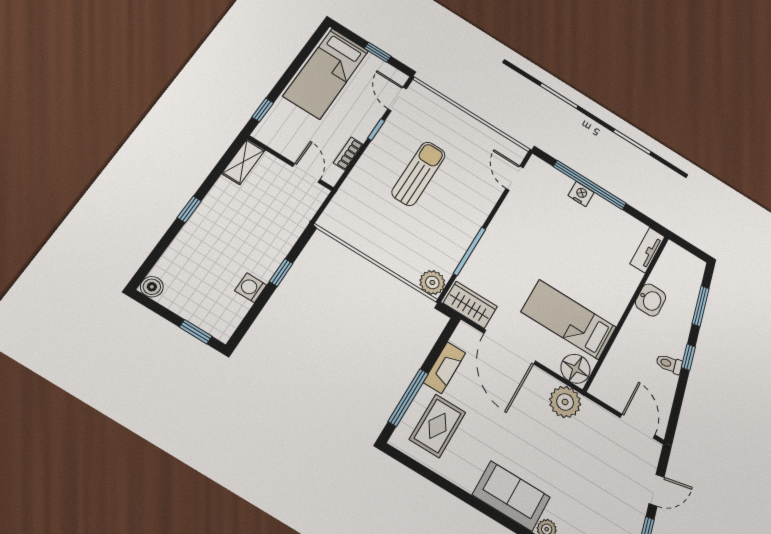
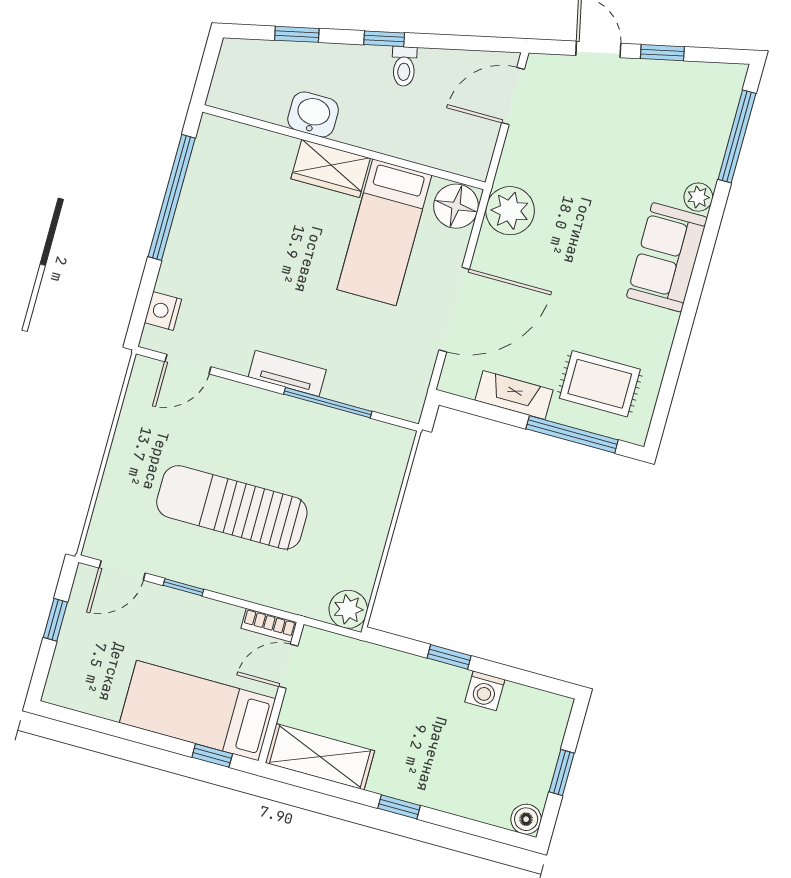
bed: (326, 73) -> (198, 711), moved, turned 180
bookcase: (348, 154) -> (269, 625), moved
shelving: (243, 162) -> (320, 757), width x1.50, depth x1.33
sun lounger: (419, 174) -> (232, 507), width x1.36, depth x1.34
window: (590, 185) -> (172, 197), moved
nightstand: (581, 194) -> (163, 311), moved
tv unit: (647, 250) -> (287, 373), moved, turned 180
plant: (432, 282) -> (348, 609), moved
wardrobe: (470, 305) -> (331, 168), moved, turned -90
window: (701, 306) -> (297, 34), width x0.67
window: (196, 332) -> (562, 772), moved

